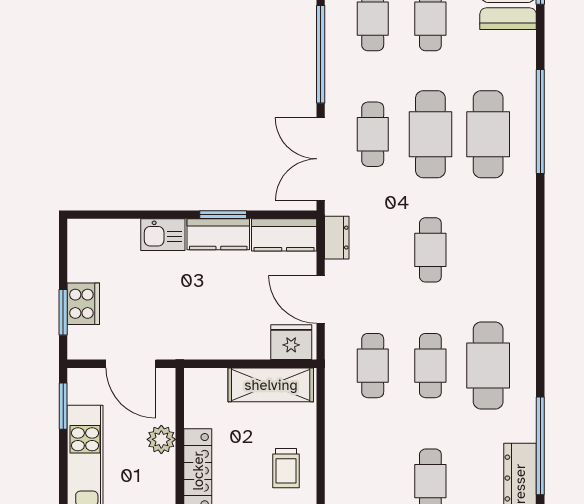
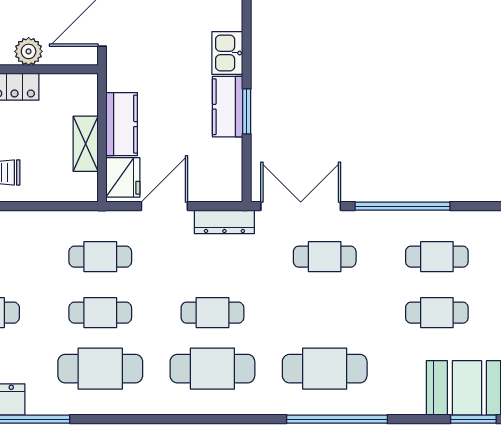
cafe table: (430, 134) -> (212, 369), moved
kitchen counter: (284, 235) -> (122, 124), moved, turned 180
dresser: (337, 238) -> (224, 222), width x1.44
shelving: (271, 385) -> (86, 144), width x0.67, depth x0.75

